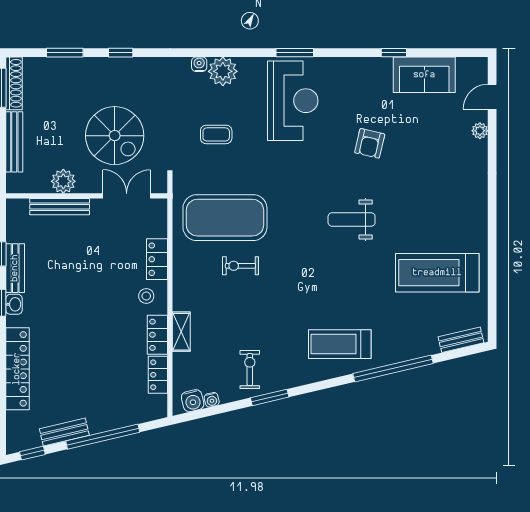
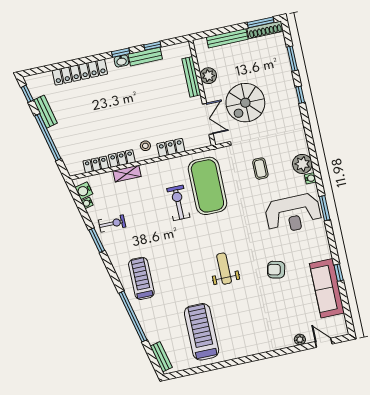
water cooler: (199, 64) -> (310, 178), moved
sofa: (424, 75) -> (327, 288), width x1.36
exercise bike: (240, 266) -> (178, 203), width x1.38, depth x1.39

